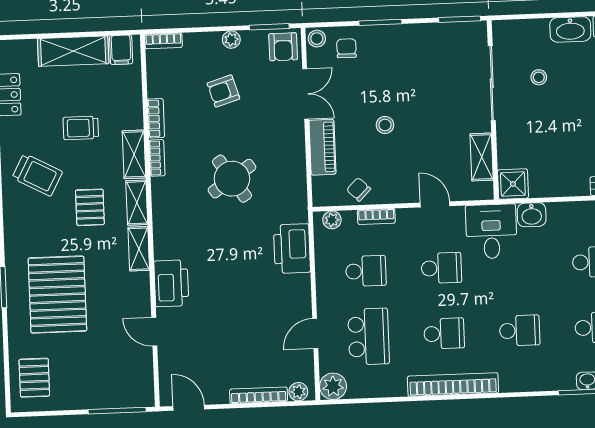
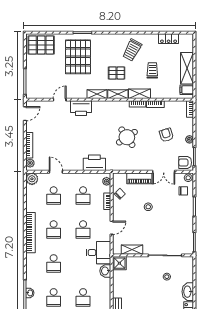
pallet: (57, 295) -> (78, 57), turned 90
school desk: (369, 337) -> (54, 196), width x0.54
pallet: (34, 378) -> (41, 45), width x1.50, depth x1.42

